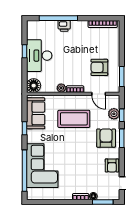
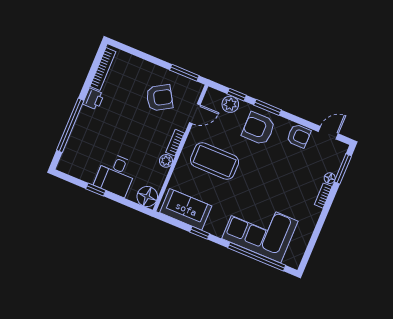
printer: (64, 26) -> (93, 99), moved
desk: (39, 56) -> (116, 175), width x0.73
armchair: (99, 67) -> (159, 98), turned -121
coffee table: (74, 119) -> (215, 161), turned 90

